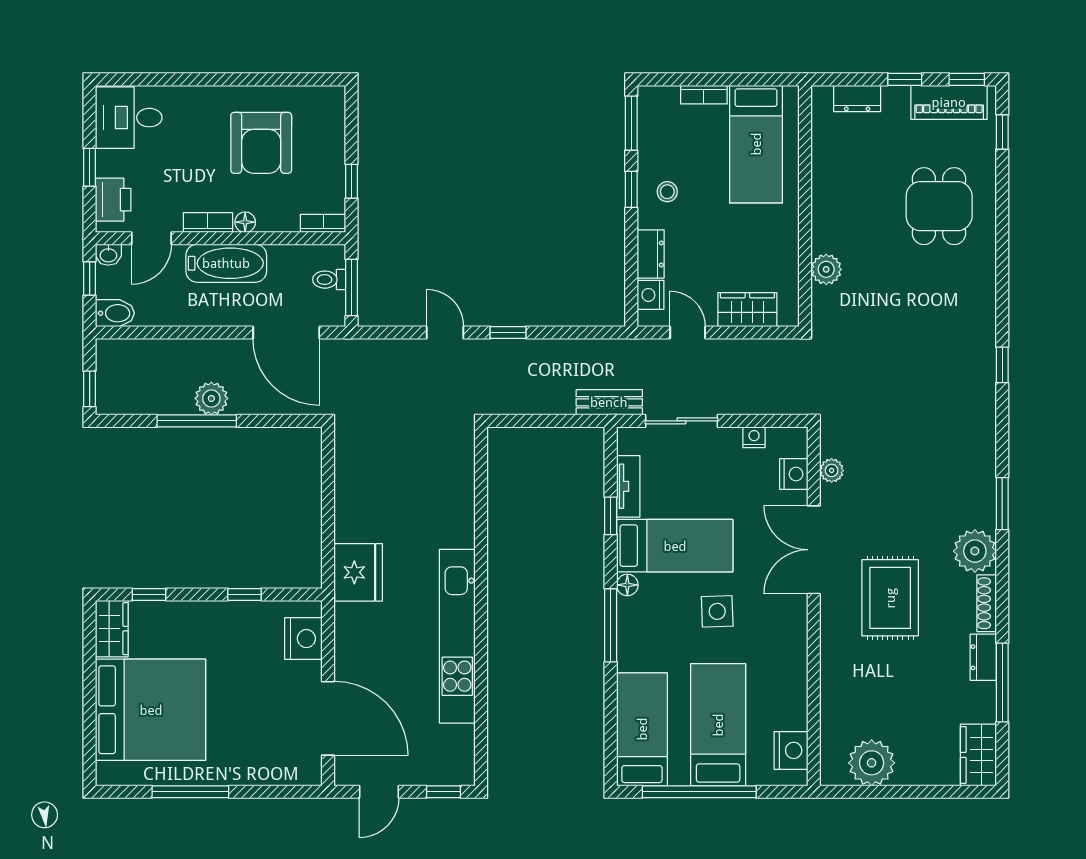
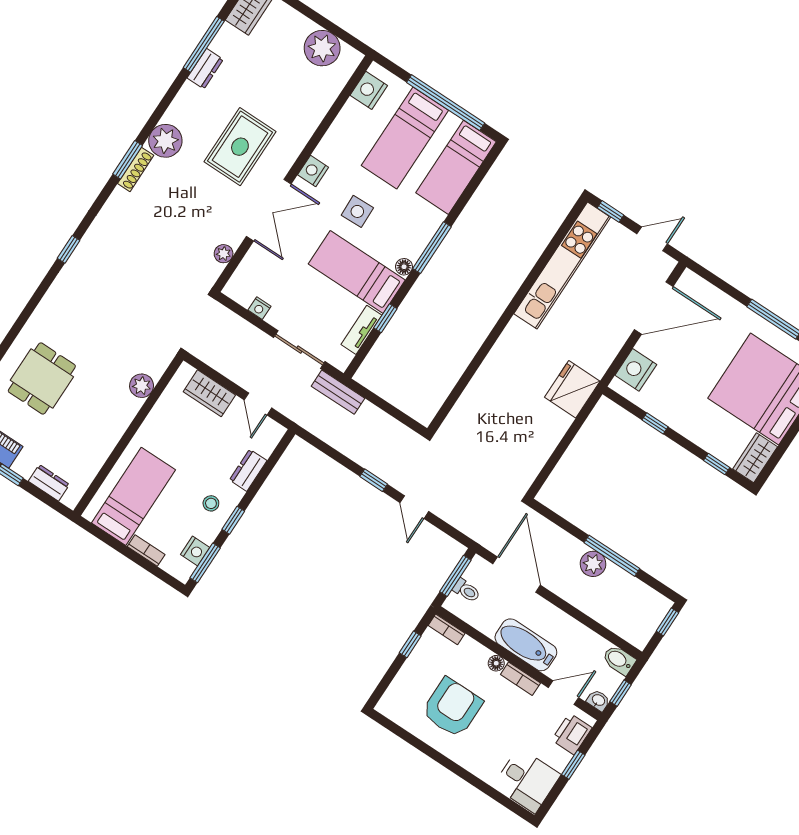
nightstand: (650, 295) -> (195, 551), moved
nightstand: (794, 474) -> (313, 171), moved
shoe rack: (987, 603) -> (136, 169), moved
kitchen unit: (457, 636) -> (562, 265), moved
door: (328, 718) -> (654, 308), swing flipped

